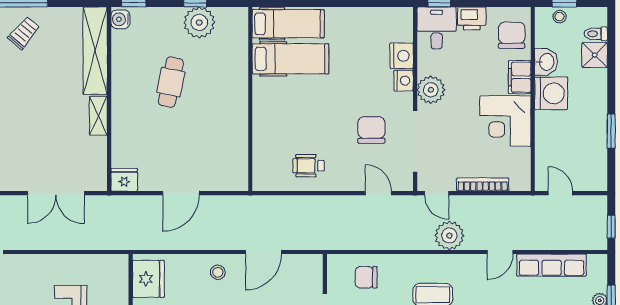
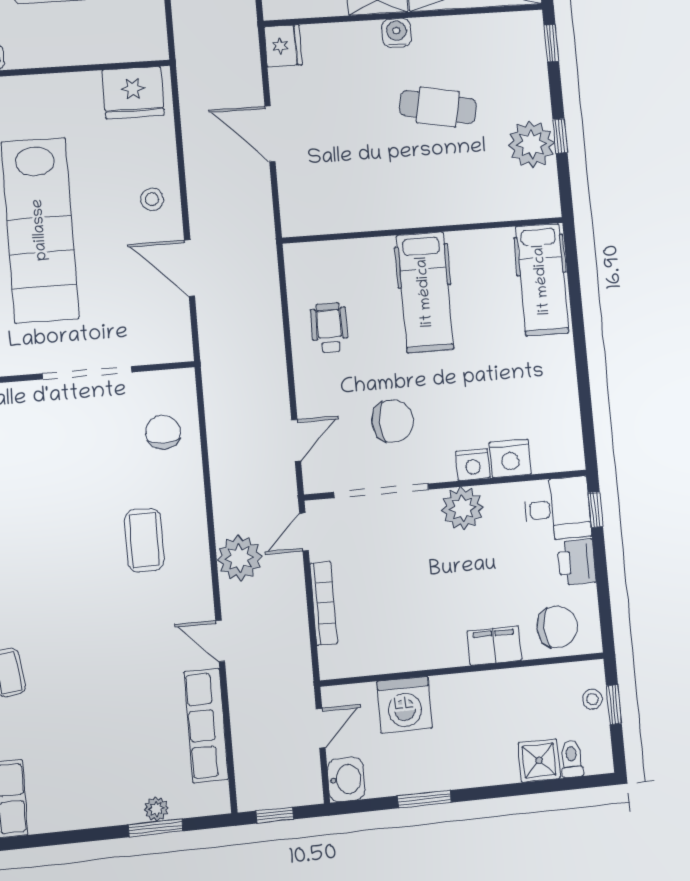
water cooler: (120, 19) -> (397, 33), moved
hospital bed: (290, 59) -> (425, 292), moved
washbasin: (546, 62) -> (346, 779), moved, turned -90
washing machine: (551, 93) -> (404, 705), moved
corner desk: (505, 121) -> (425, 630), removed

